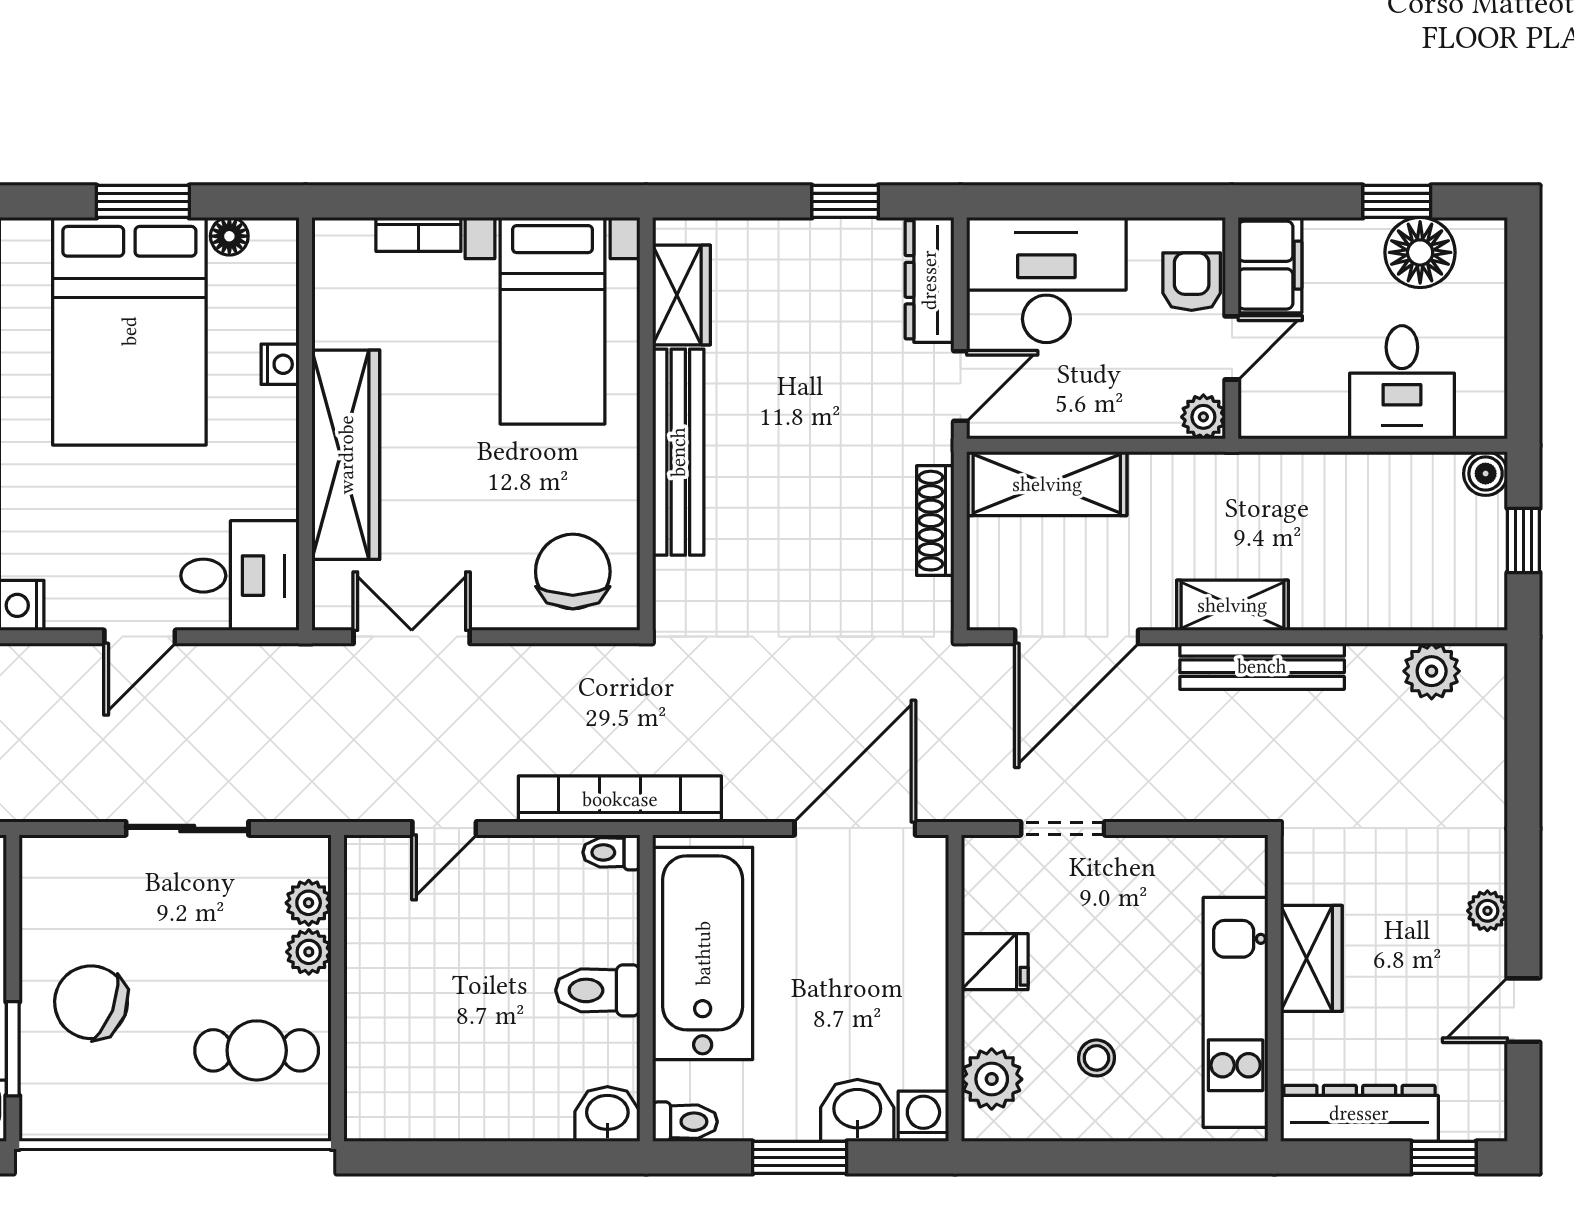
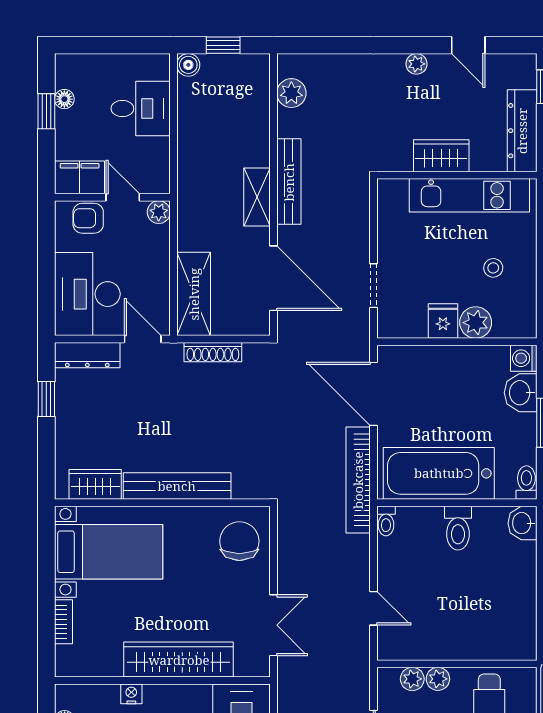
floor lamp: (1420, 252) -> (64, 99), width x0.53, depth x0.53
chair: (573, 572) -> (239, 541), turned 90
double door: (412, 637) -> (274, 625), swing flipped
bookcase: (620, 799) -> (358, 480), moved
plant: (992, 1079) -> (476, 323), moved

